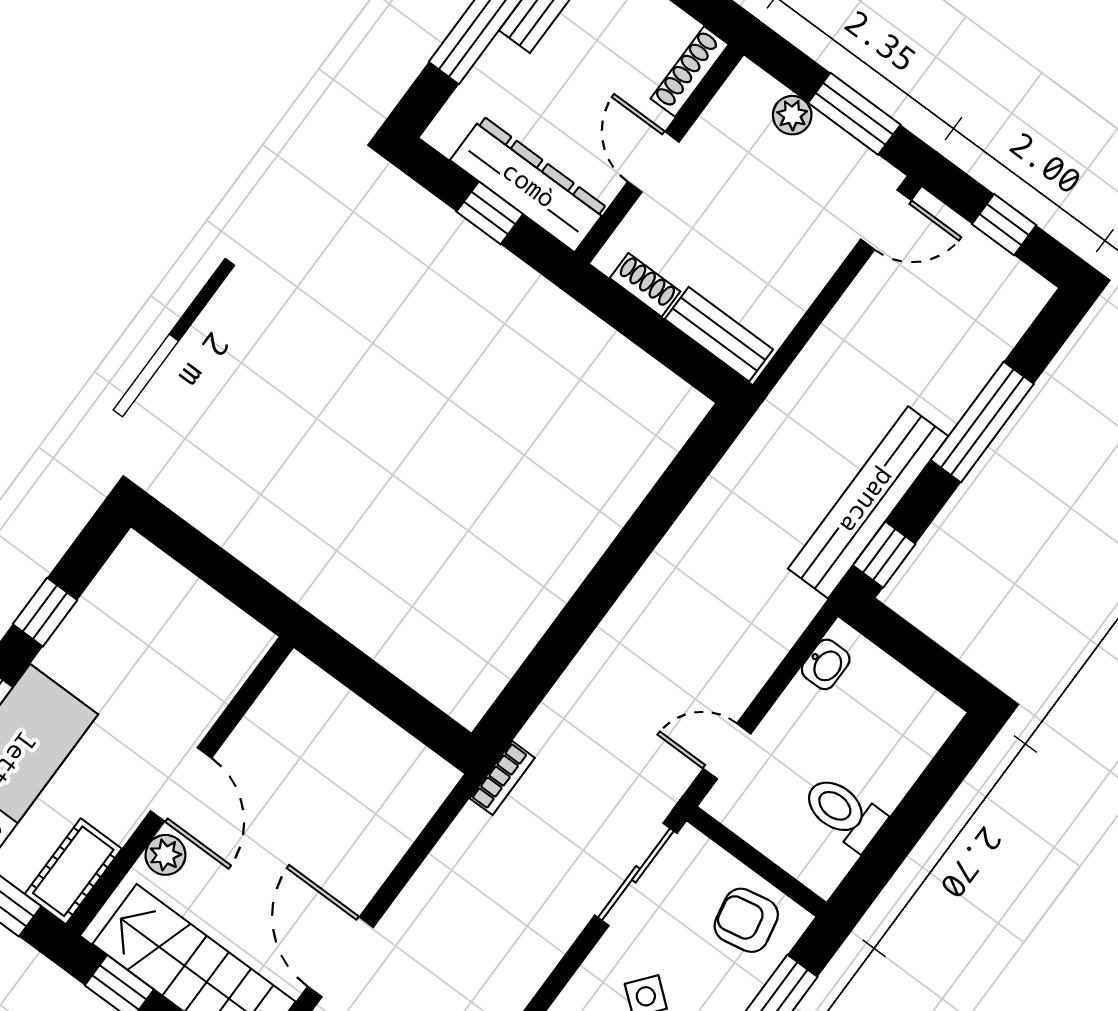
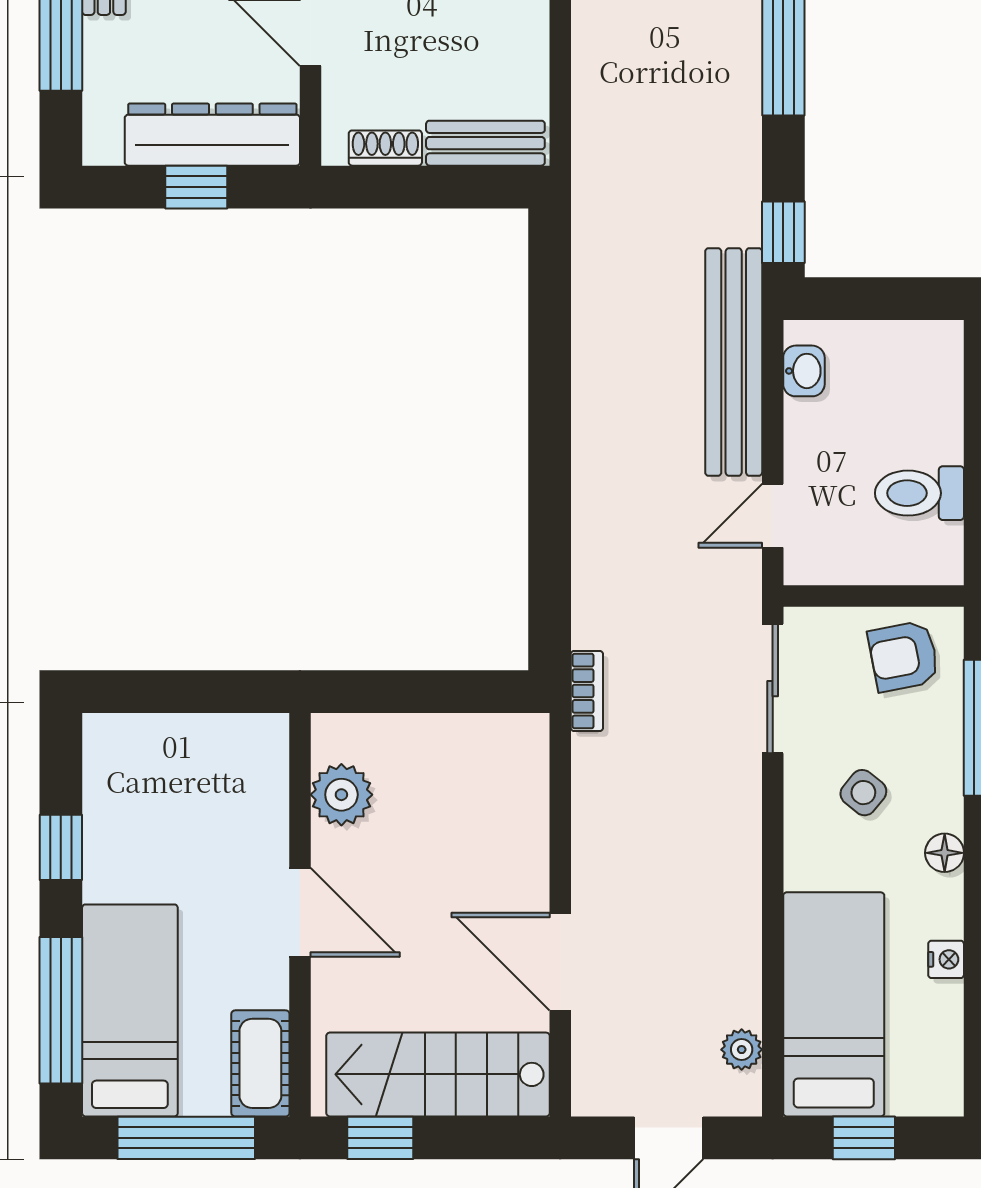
bench: (868, 502) -> (734, 362), moved
plant: (165, 855) -> (341, 795), moved, width x1.38, depth x1.38

